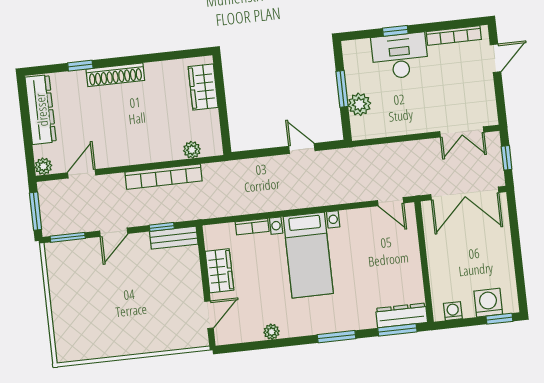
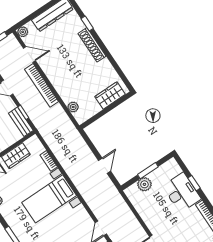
bookcase: (164, 177) -> (42, 85), moved

